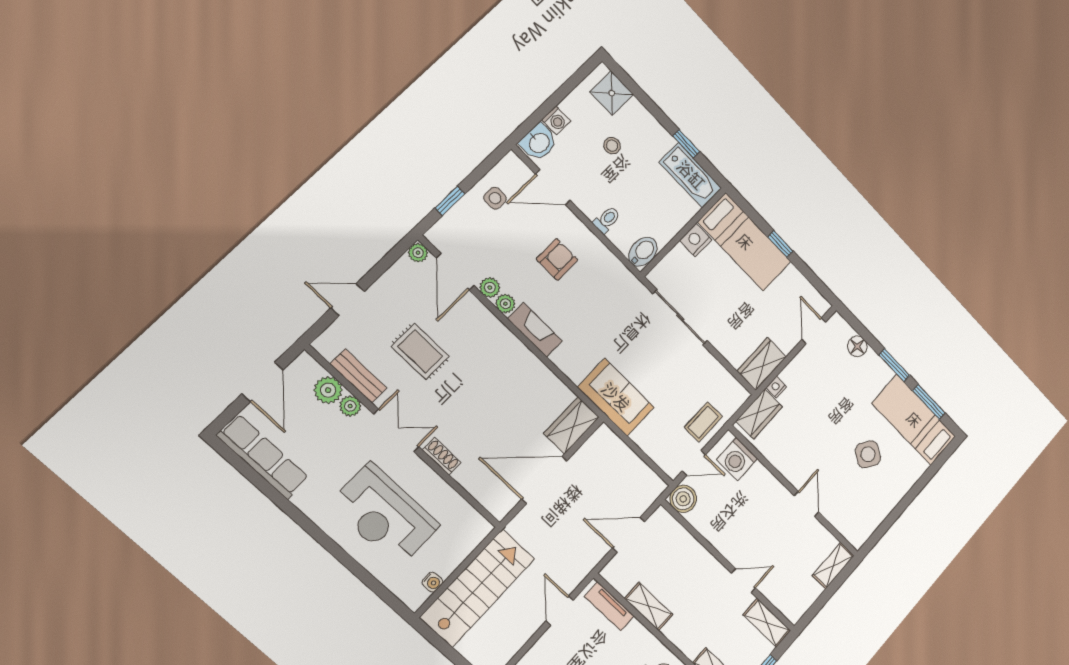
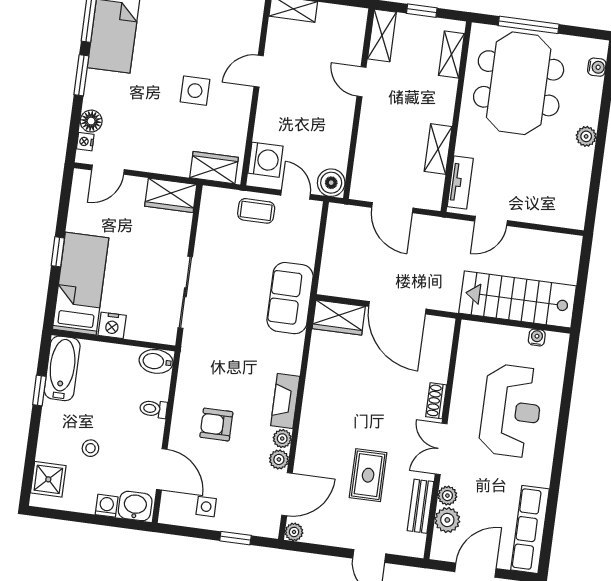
nightstand: (776, 387) -> (85, 142), moved, turned 90
side table: (868, 454) -> (195, 91), moved, turned -33

